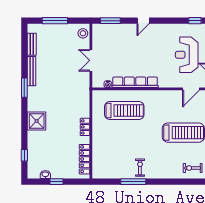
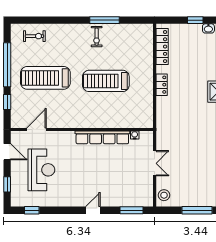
treadmill: (124, 111) -> (106, 81), moved

